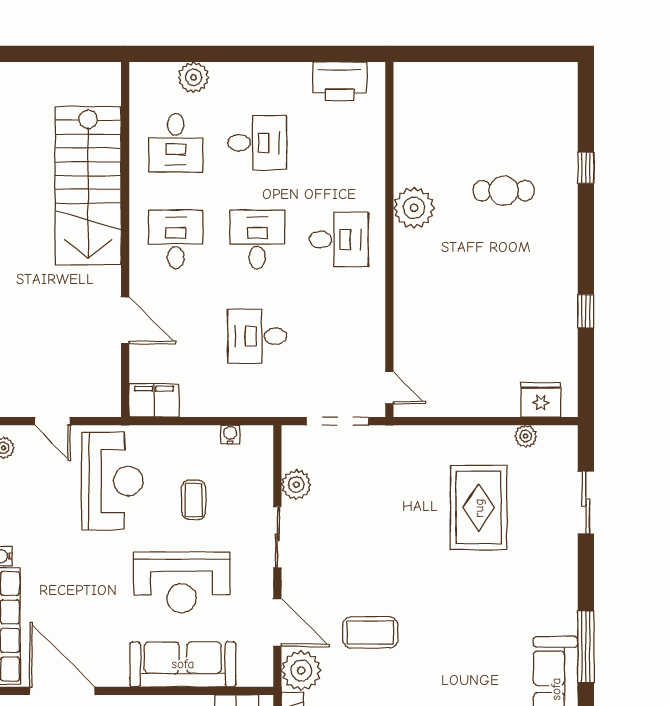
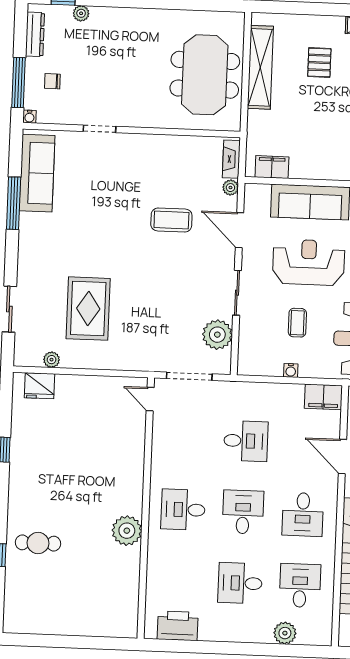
cafe table: (504, 191) -> (38, 543), moved
desk: (257, 239) -> (243, 512), turned 180
water cooler: (230, 434) -> (291, 370), moved
plant: (296, 485) -> (217, 335), width x1.36, depth x1.36
plant: (301, 671) -> (230, 188), width x0.53, depth x0.53

